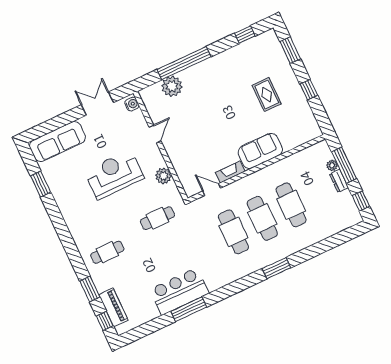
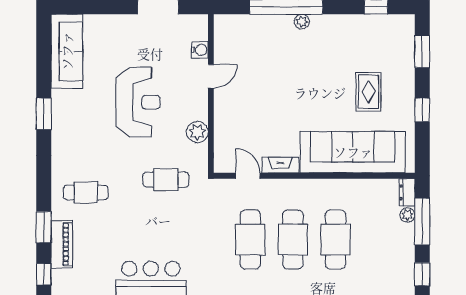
plant: (172, 86) -> (302, 22), moved, width x0.53, depth x0.53
water cooler: (132, 104) -> (200, 50), moved
sofa: (57, 141) -> (67, 51), moved, turned -90
sofa: (260, 151) -> (353, 152), width x1.85, depth x1.27
reception desk: (114, 174) -> (138, 102), turned 90
dresser: (339, 181) -> (407, 192), moved
window: (41, 184) -> (44, 114), moved
piano: (113, 307) -> (62, 244), moved

